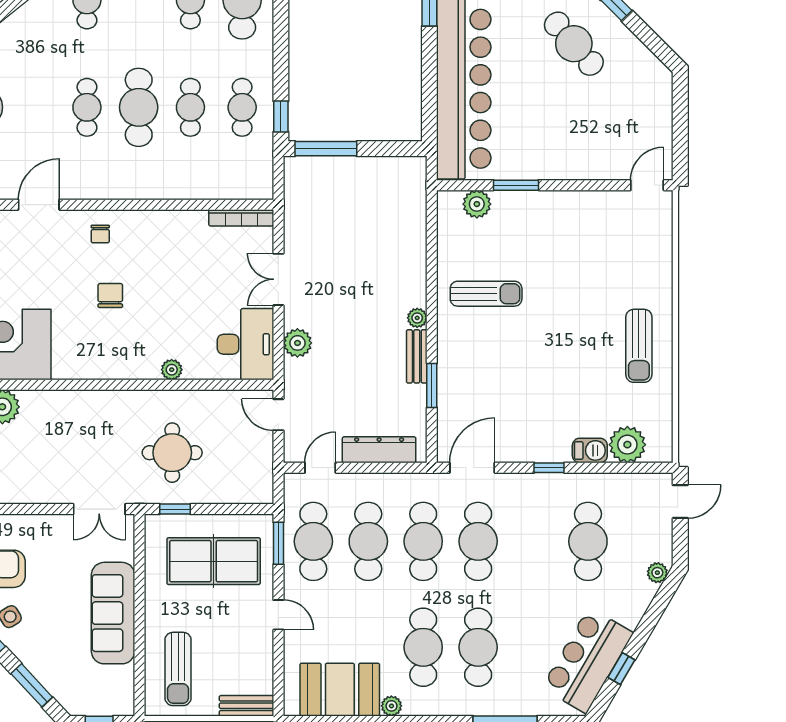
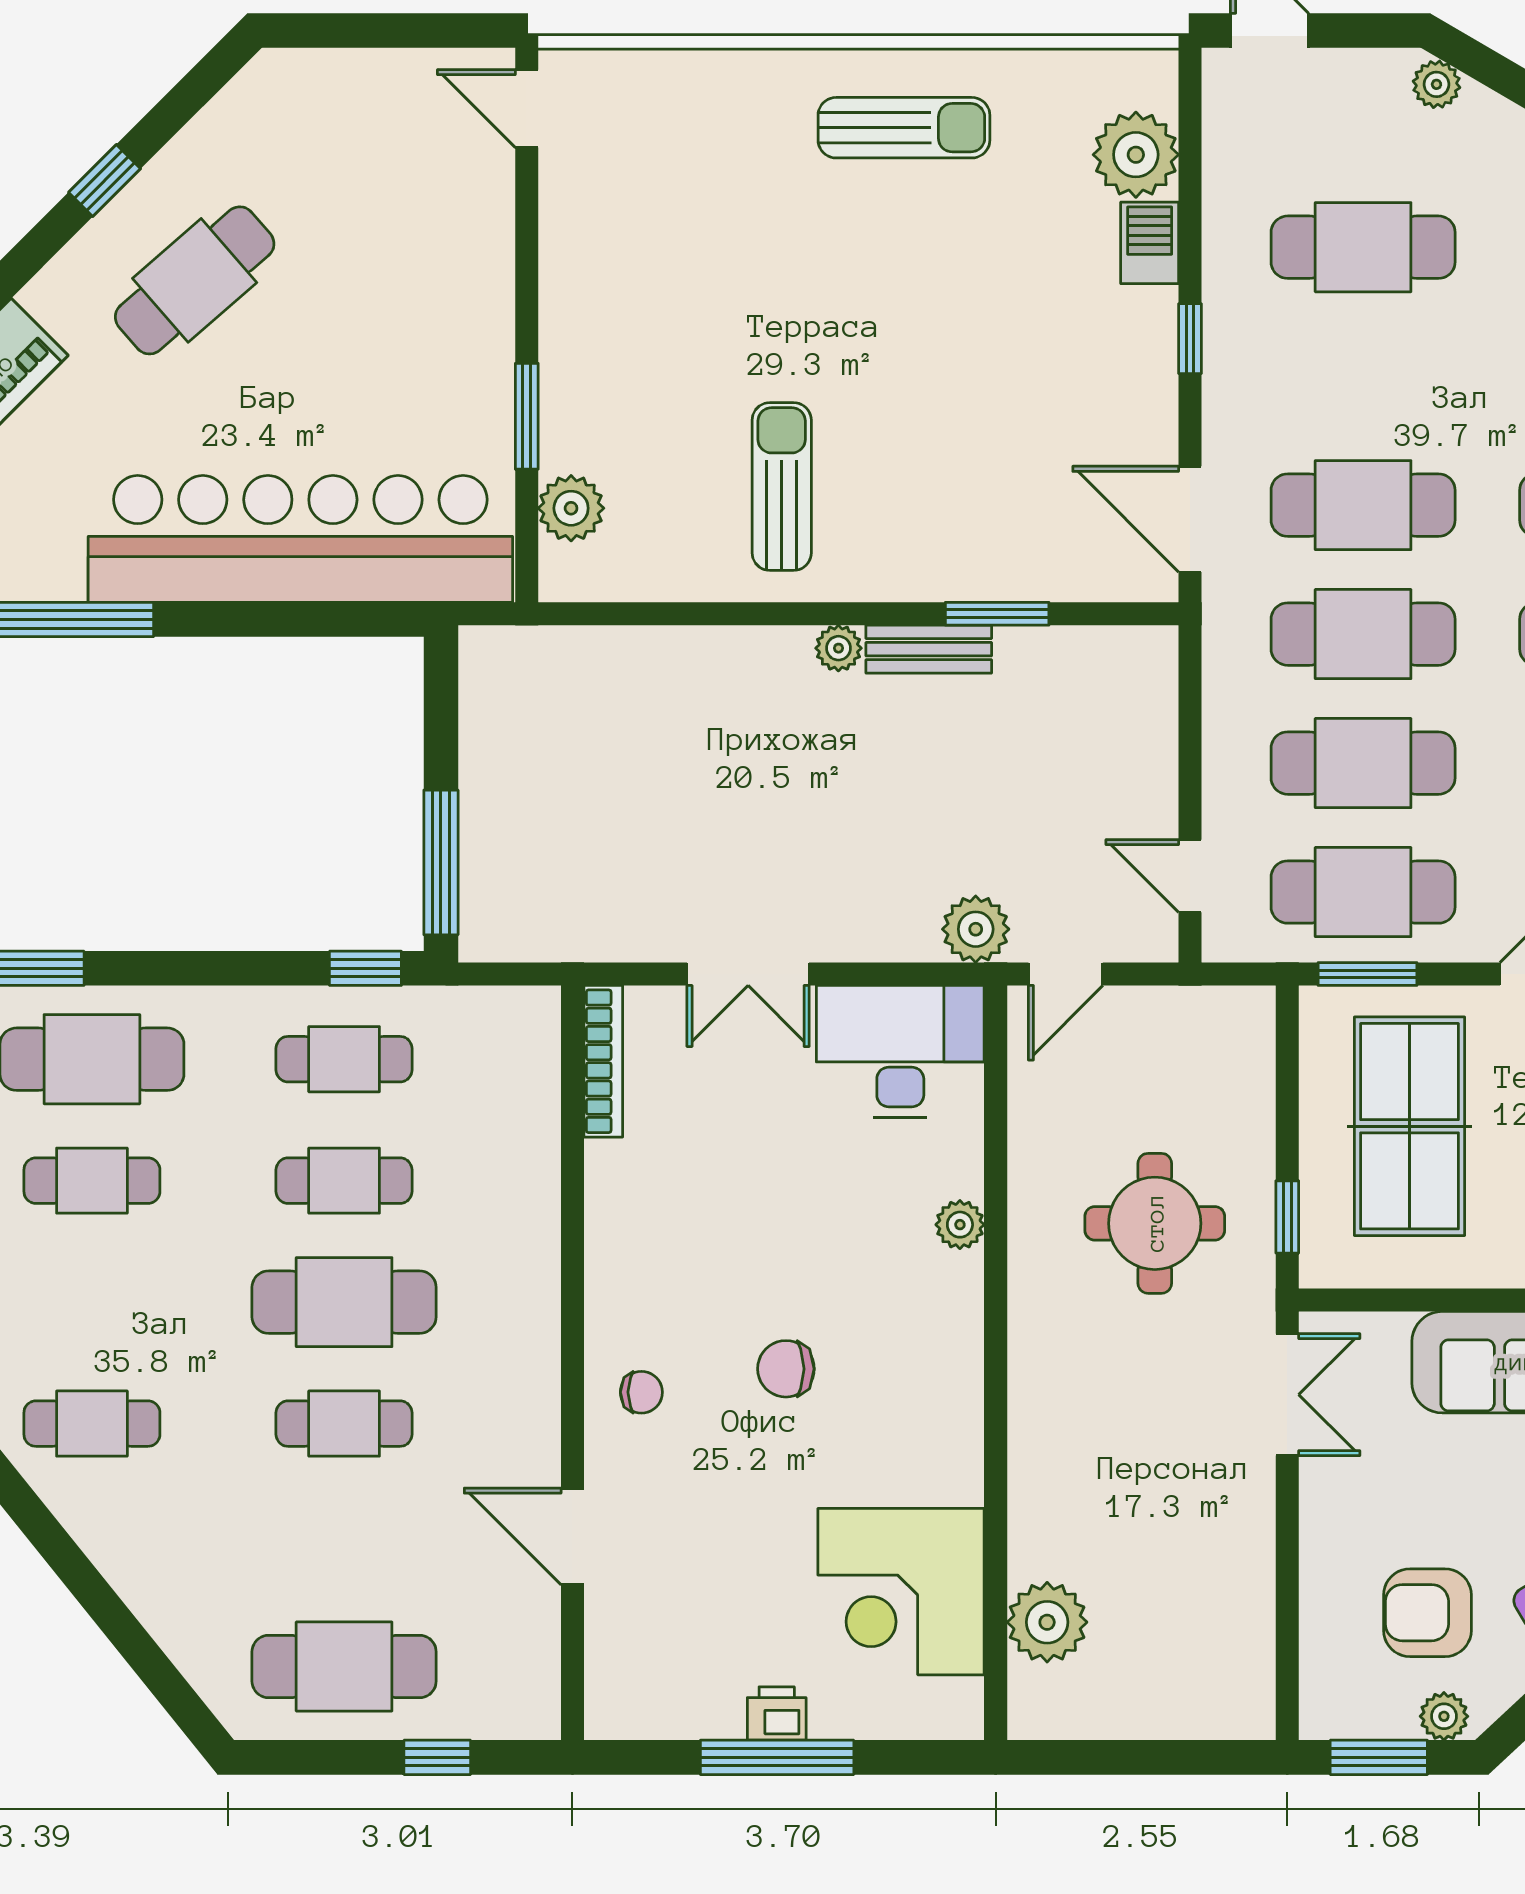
plant: (297, 343) -> (976, 929), moved
dresser: (379, 450) -> (1148, 738), removed

